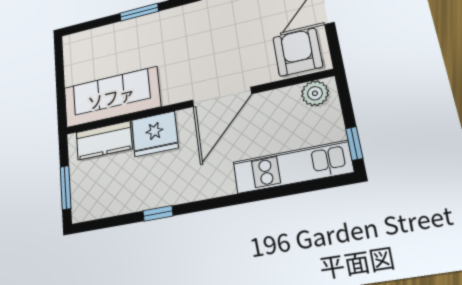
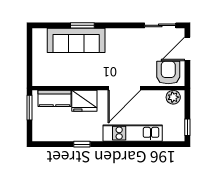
sofa: (111, 97) -> (76, 40), moved, turned 180
kitchen unit: (292, 167) -> (133, 133), moved
window: (66, 188) -> (29, 108), moved

